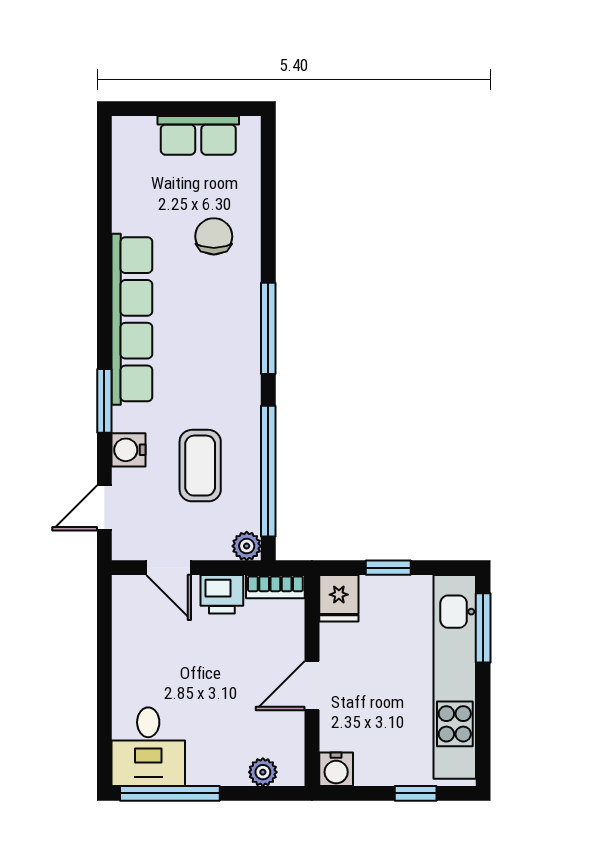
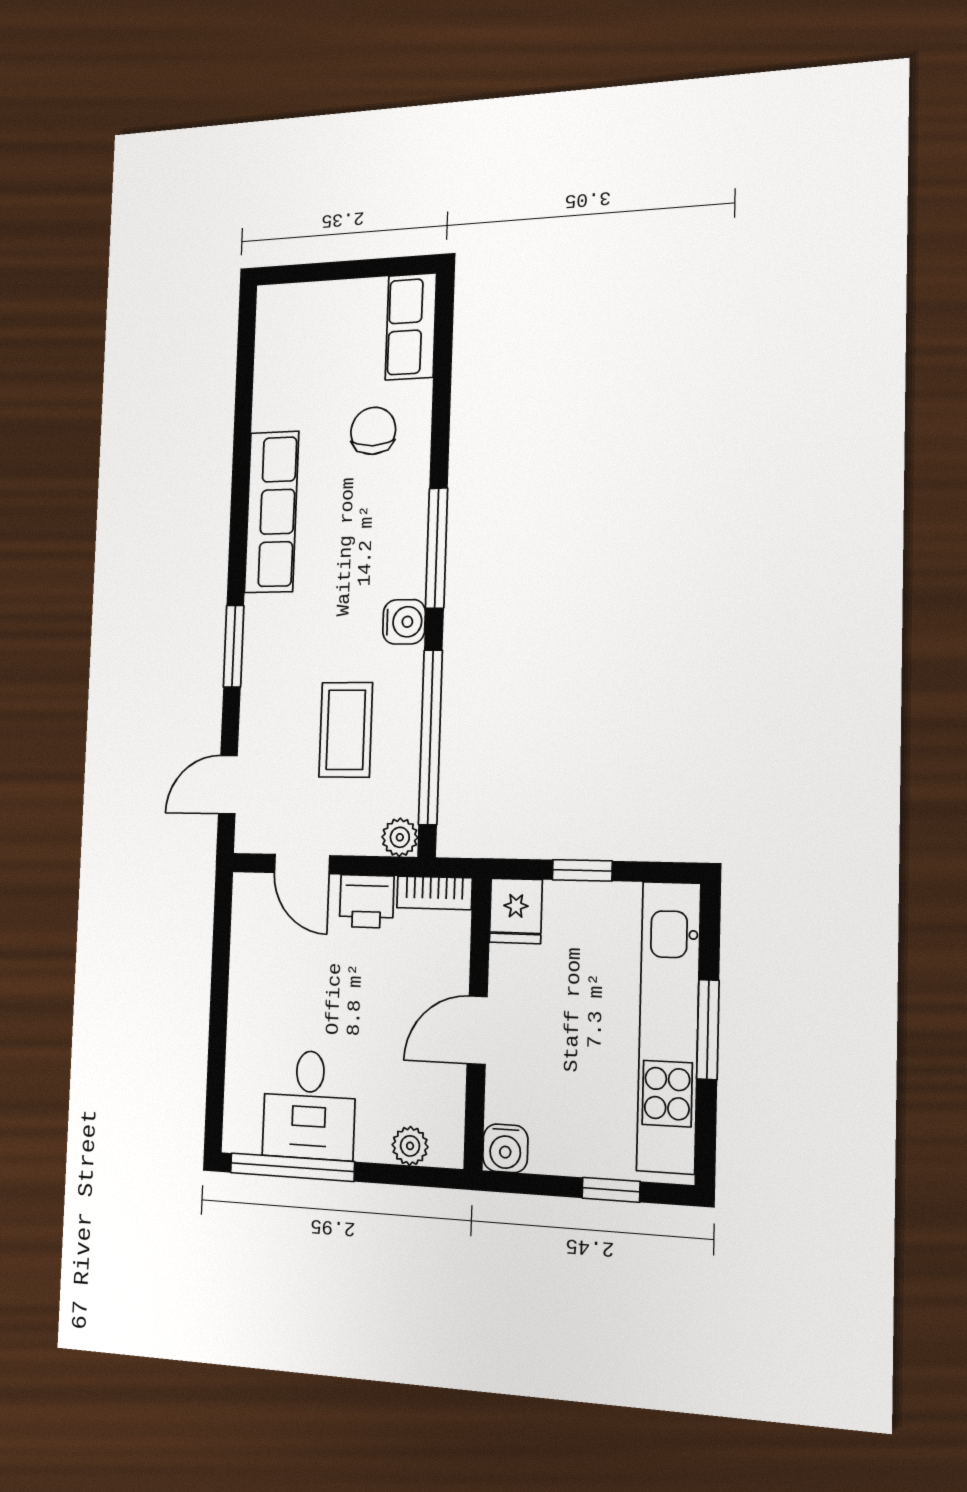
row of seats: (198, 135) -> (411, 327), moved, turned 90
row of seats: (132, 319) -> (272, 512), width x0.73
water cooler: (128, 450) -> (404, 622), moved, turned 180
window: (483, 628) -> (708, 1030), moved
desk: (148, 747) -> (309, 1105), moved

